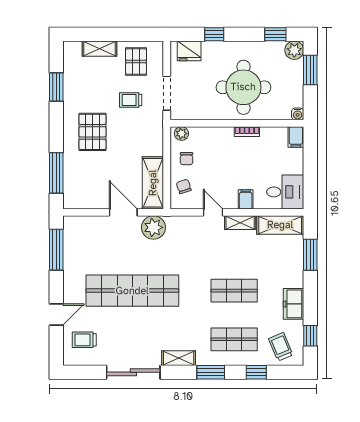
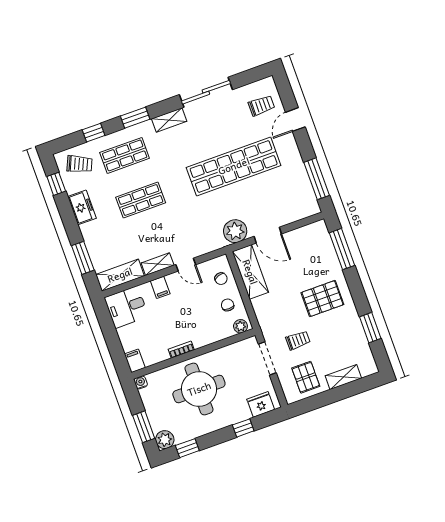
pallet: (92, 132) -> (322, 299), turned 90
trolley: (281, 347) -> (80, 164), turned -43

